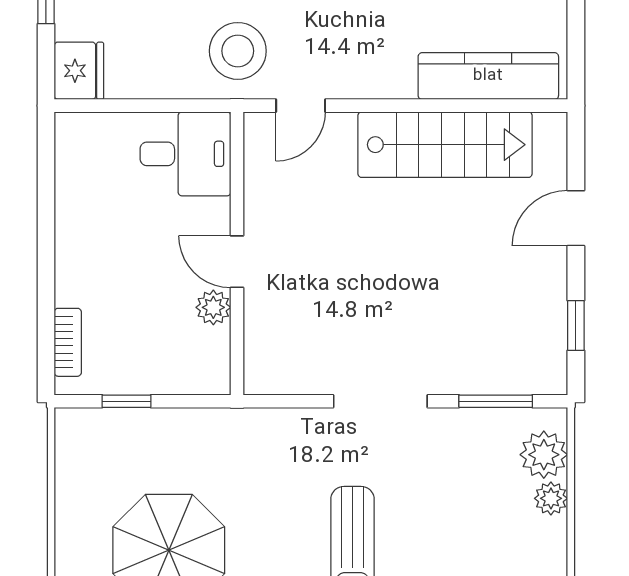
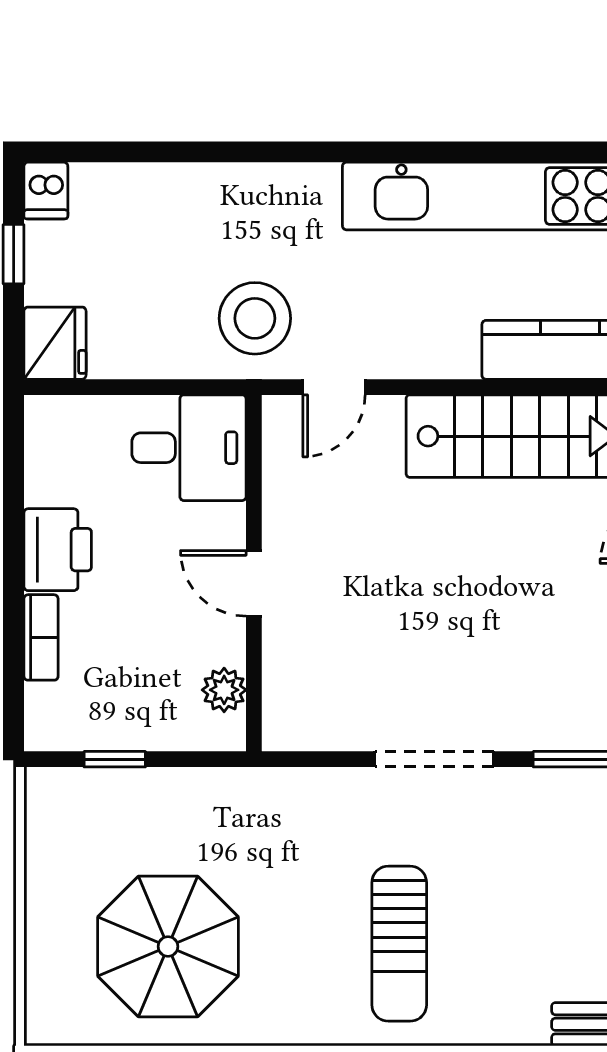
printer: (81, 235) -> (58, 550), added
plant: (213, 307) -> (224, 690), moved
bookcase: (68, 342) -> (41, 637), moved

